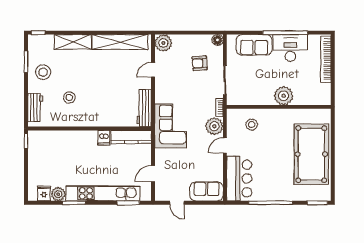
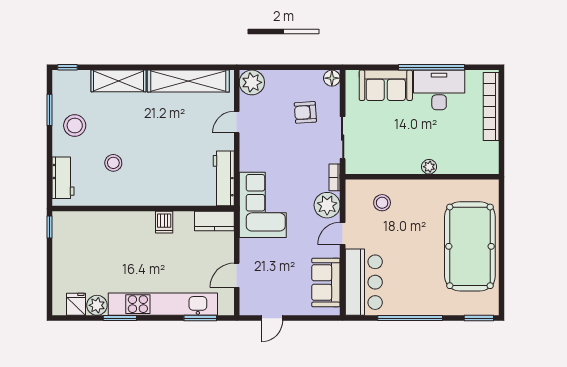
plant: (284, 96) -> (429, 167), width x0.53, depth x0.53
kitchen counter: (131, 137) -> (214, 221), width x0.67
sofa: (207, 191) -> (326, 282), moved, turned -90
door: (177, 203) -> (272, 318), hinge flipped

